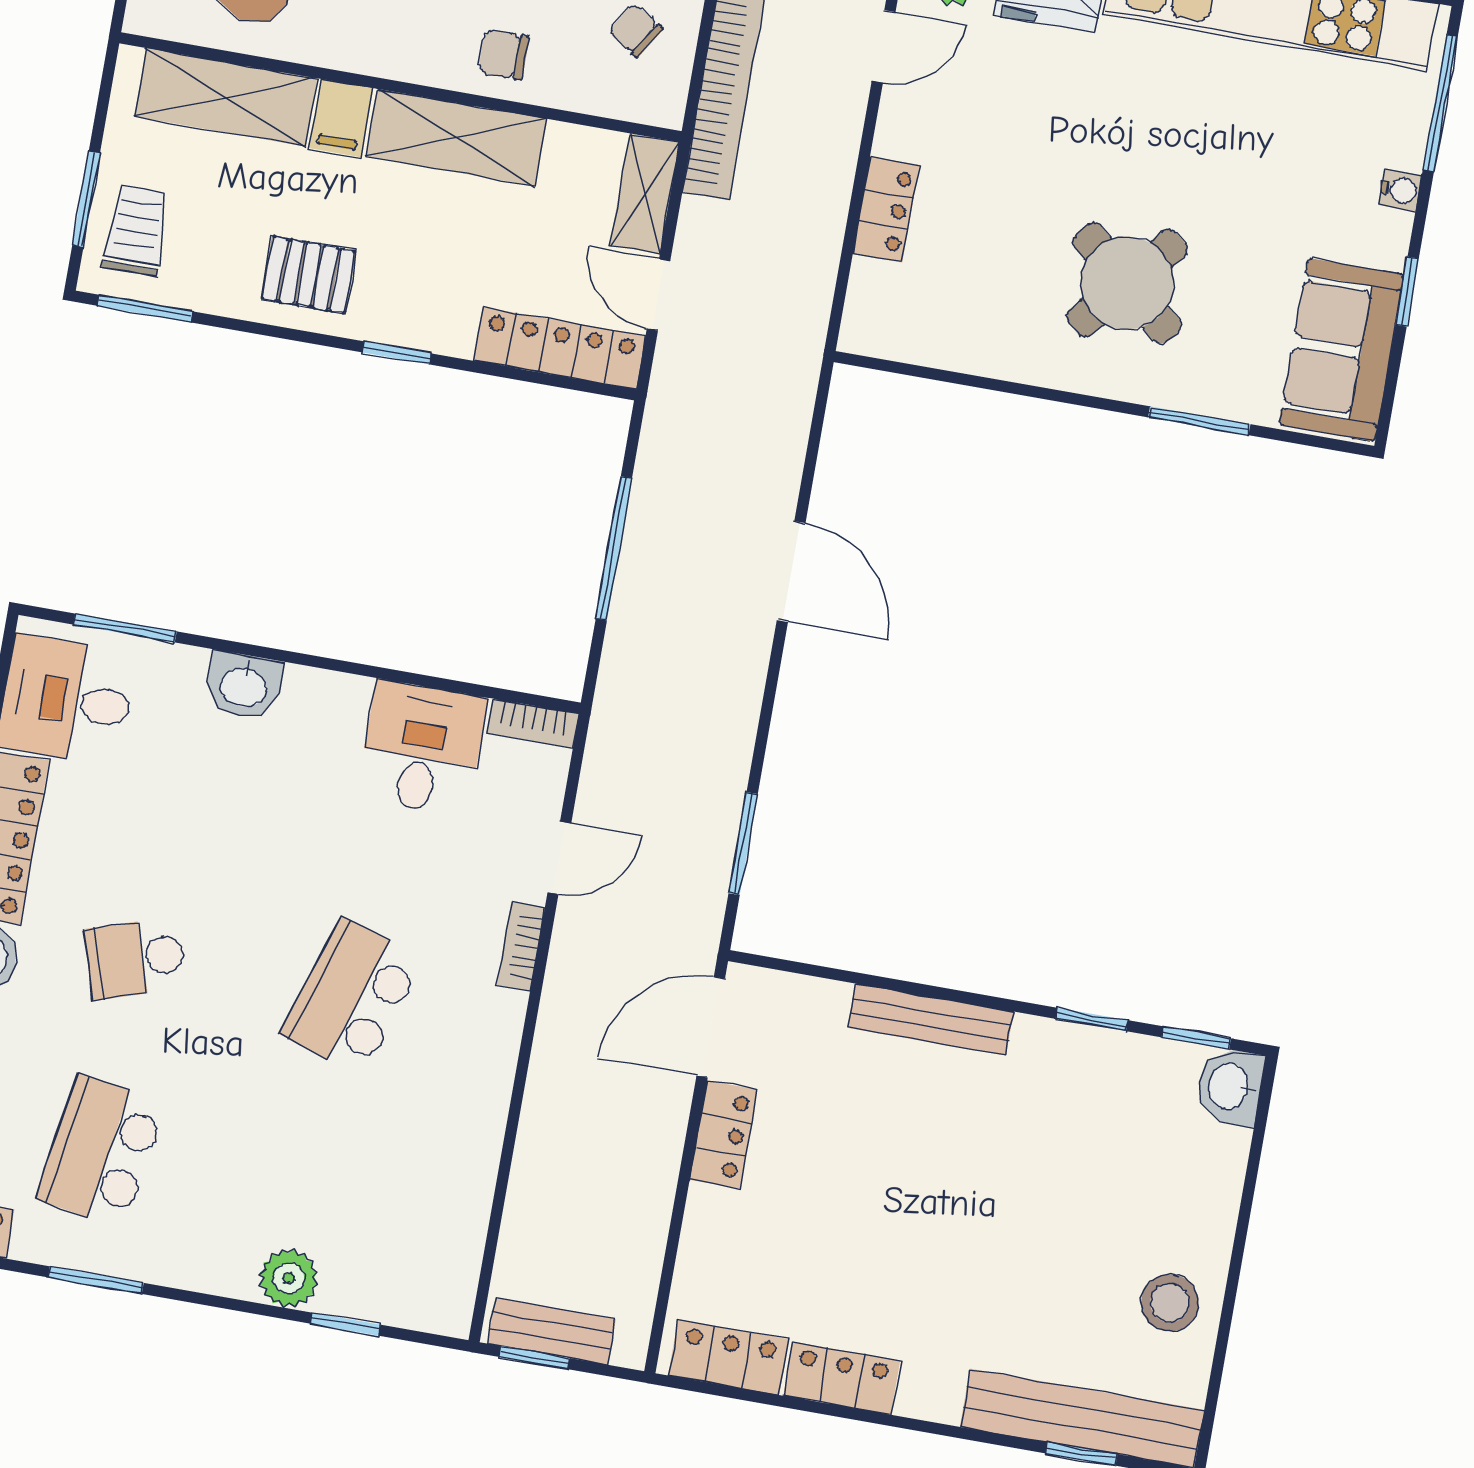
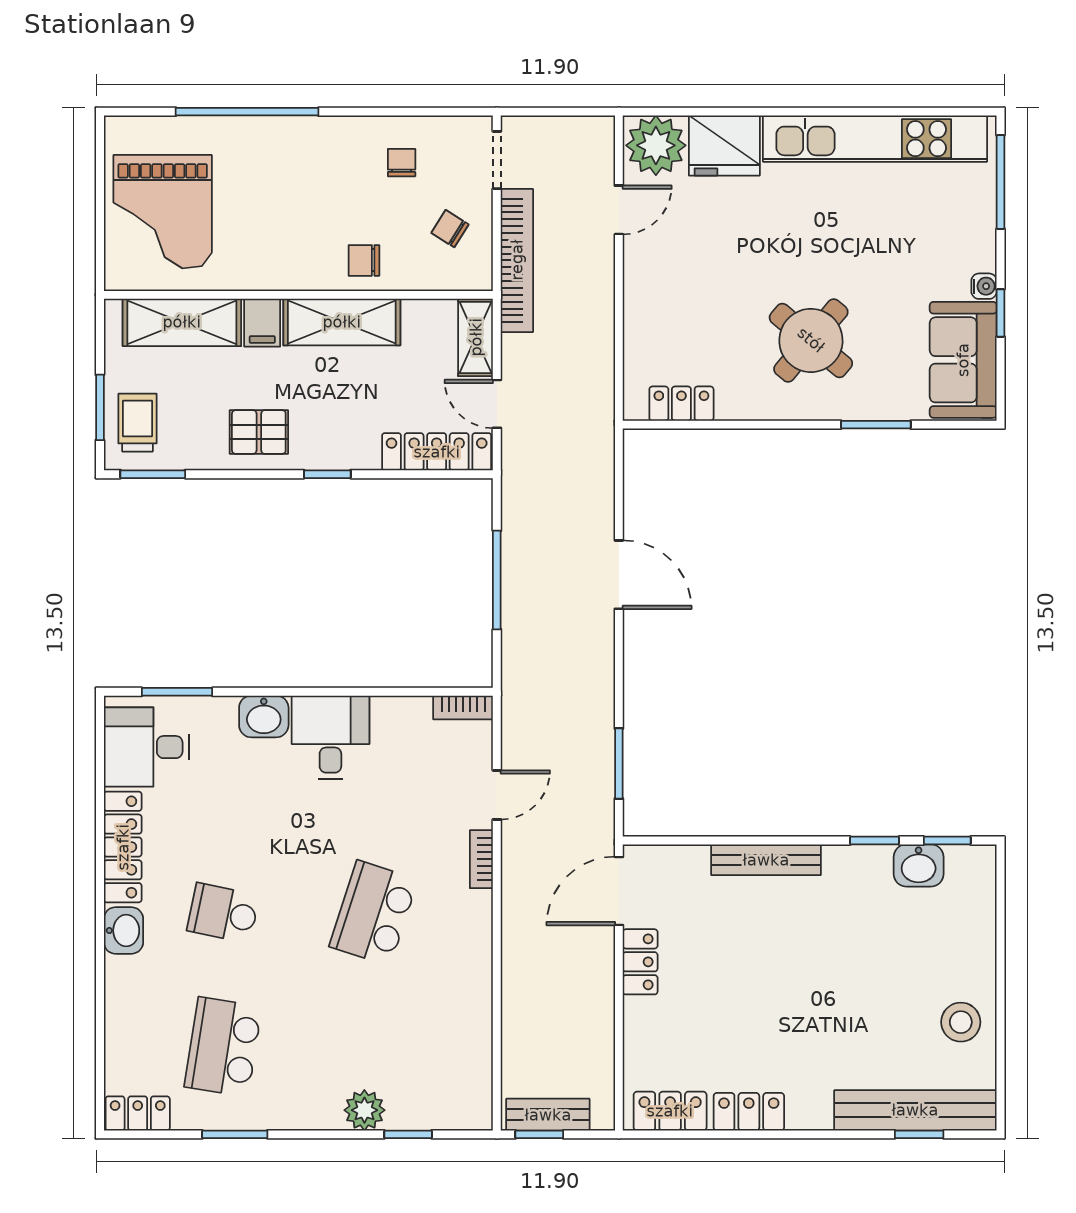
water cooler: (1400, 190) -> (984, 286), moved
locker: (886, 210) -> (681, 404), moved, turned -90
desk: (422, 748) -> (330, 737), moved
school desk: (135, 958) -> (223, 913), turned 30
washbasin: (1230, 1087) -> (919, 865), moved, turned -90

